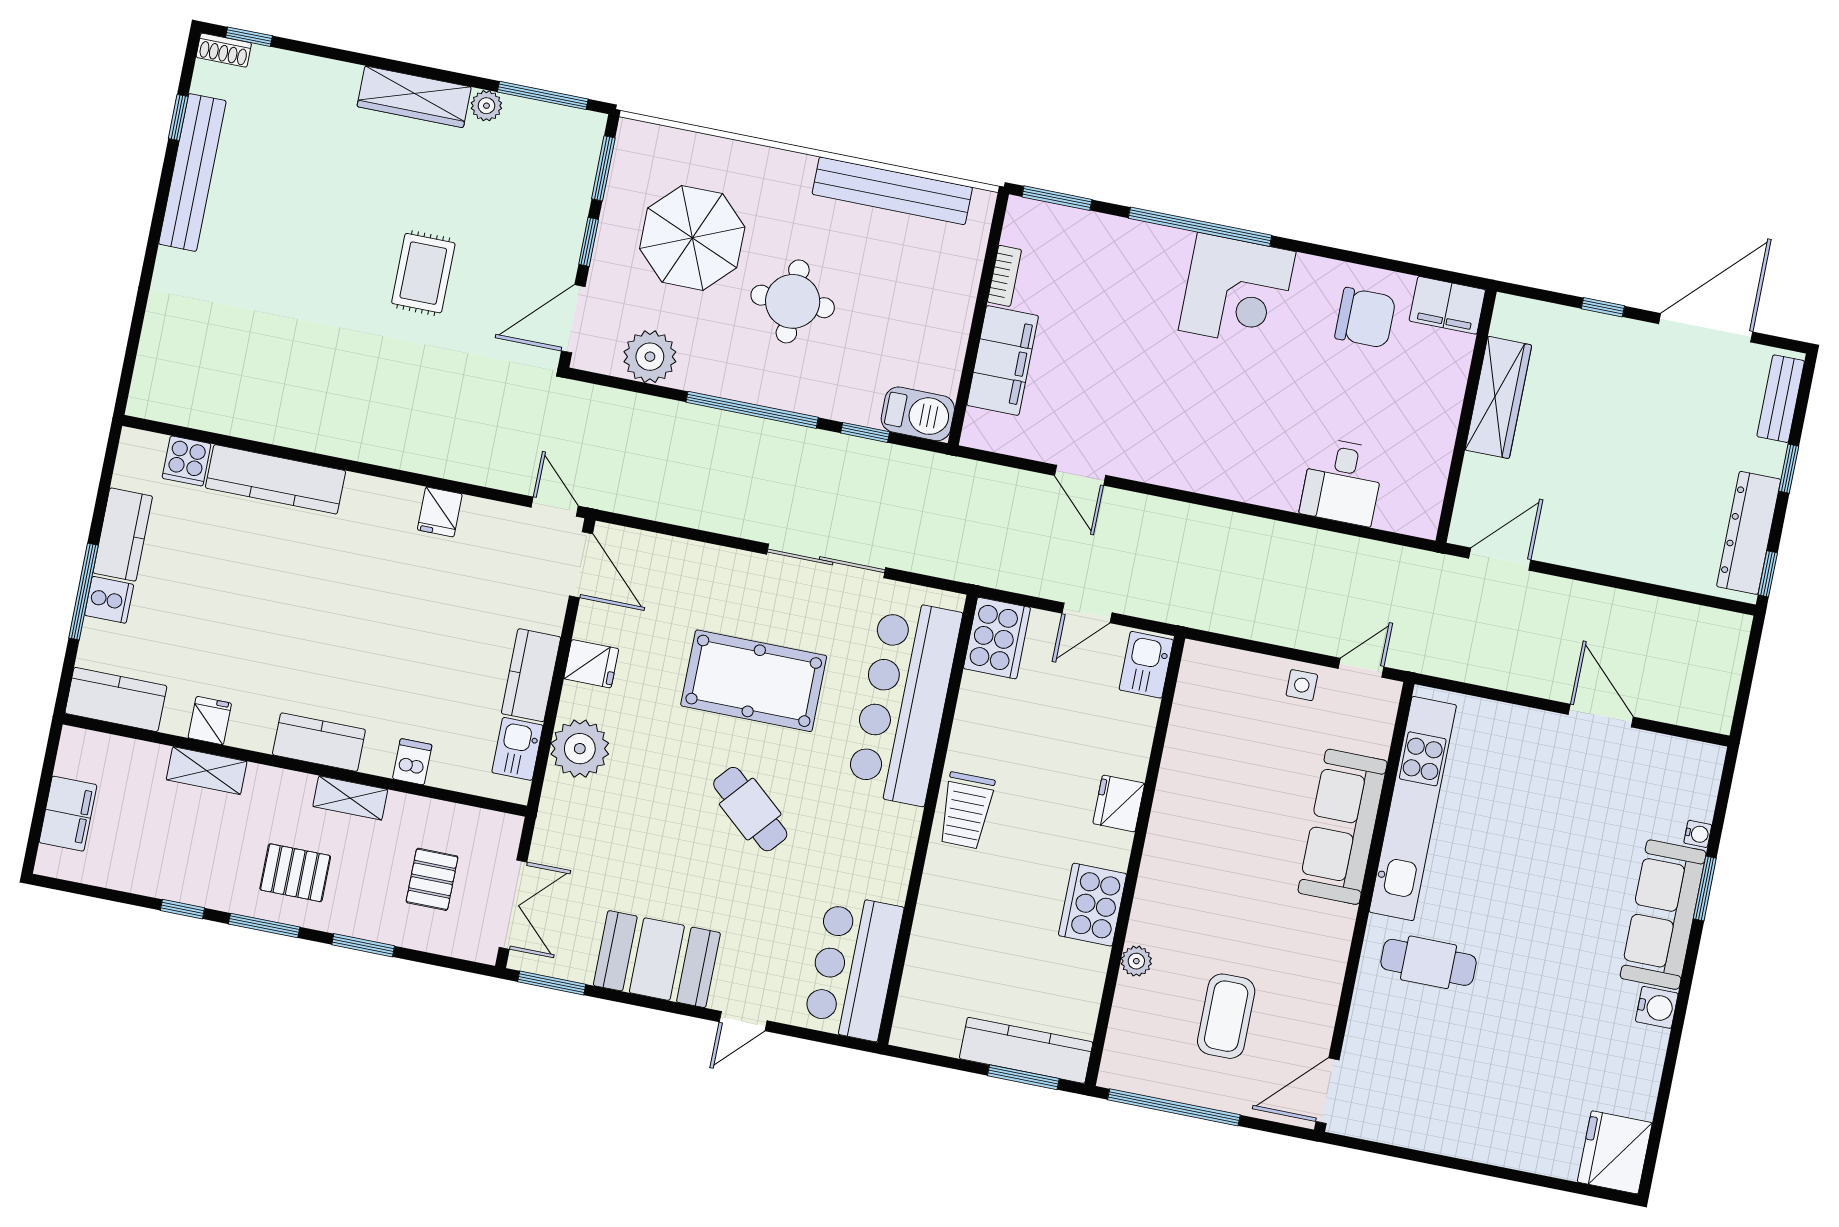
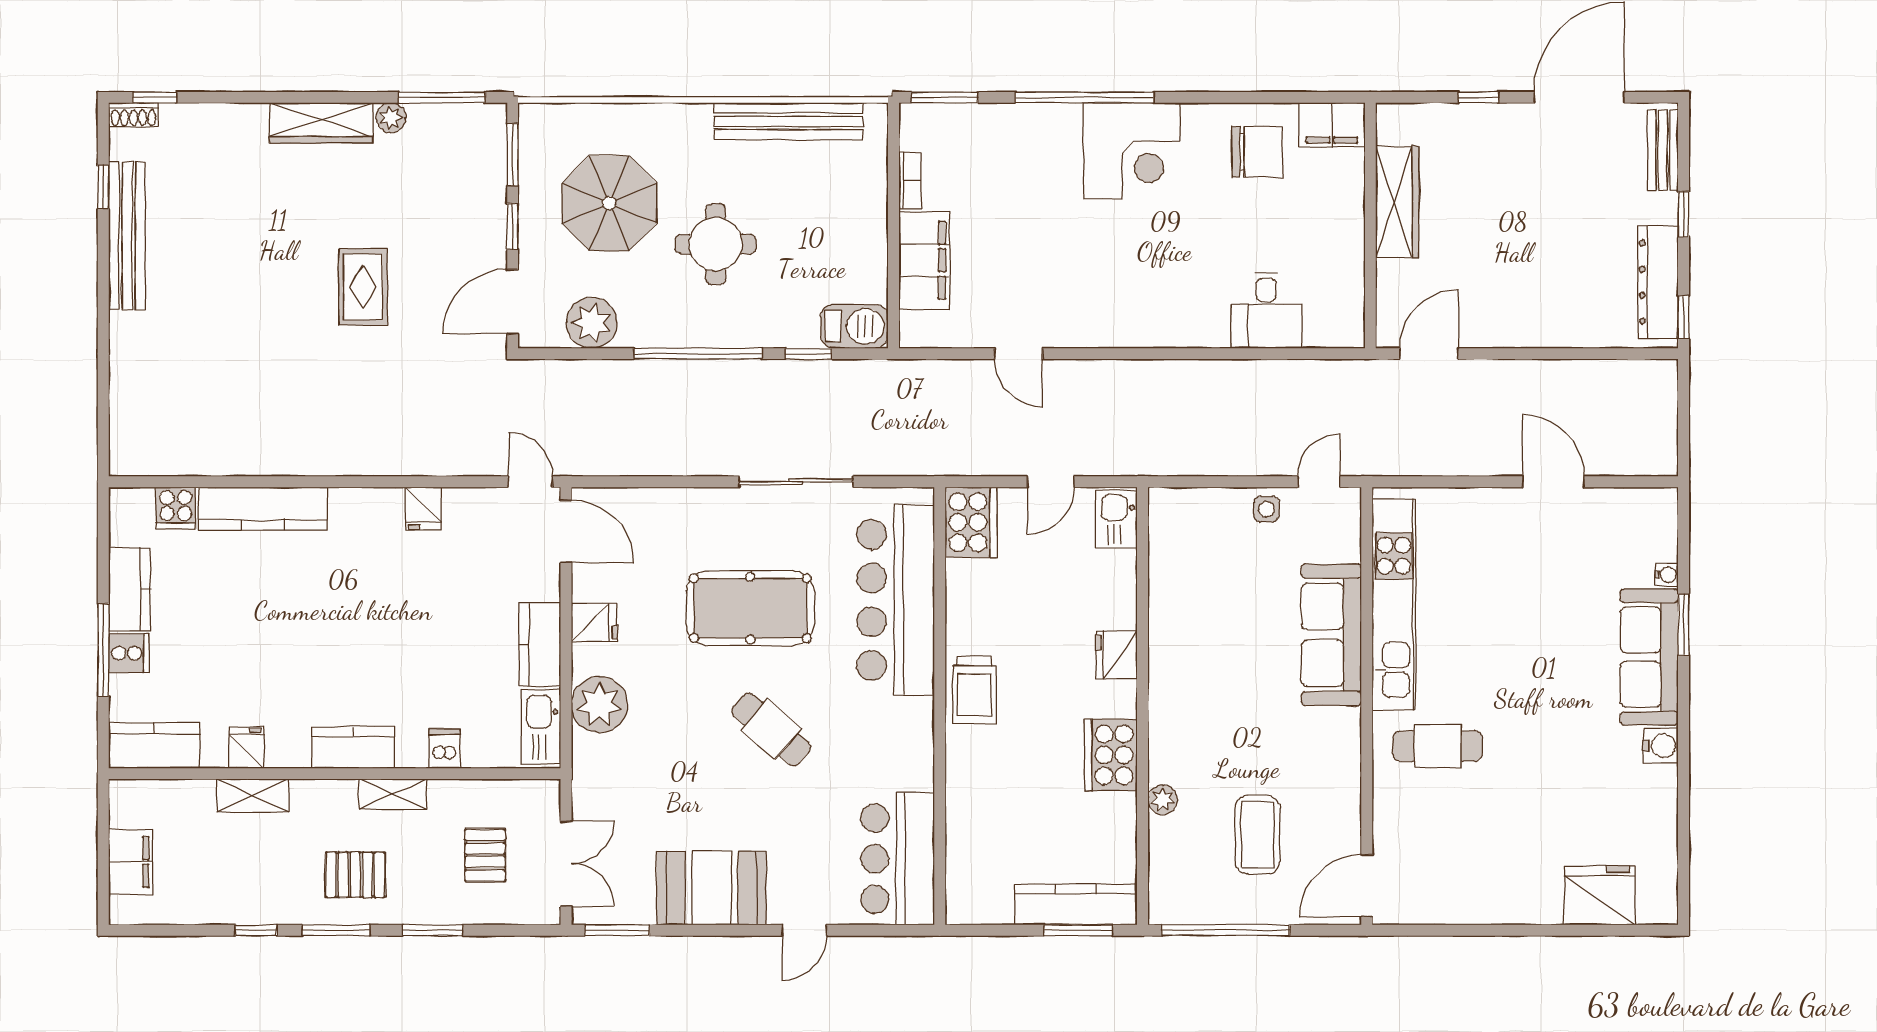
kitchen sink: (517, 749) -> (541, 727), width x1.38
fridge: (1615, 1152) -> (1600, 895), moved, turned 90

